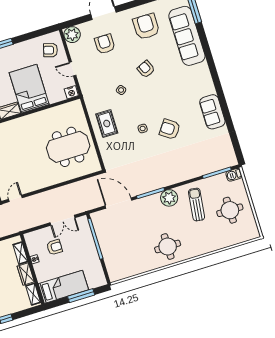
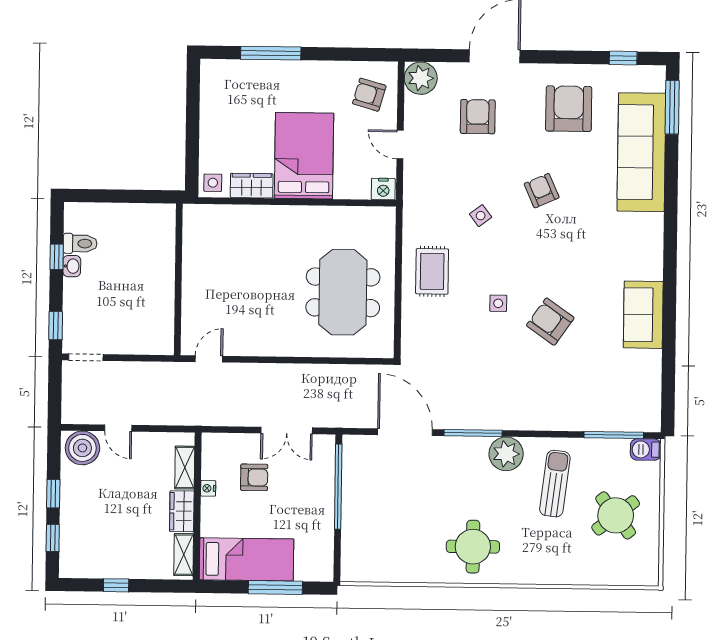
meeting table: (68, 147) -> (343, 292), turned 90
round table: (230, 210) -> (616, 515), turned -38

